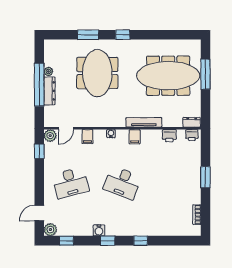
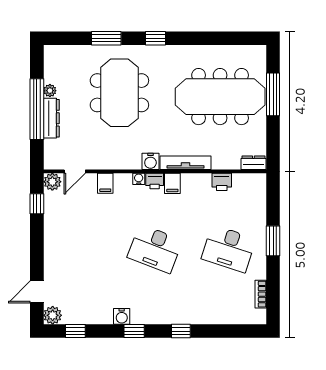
water cooler: (119, 121) -> (150, 161), added
printer: (192, 135) -> (155, 181), moved
desk: (70, 183) -> (229, 249), moved, turned 33

